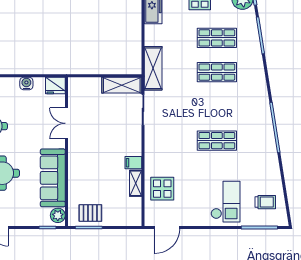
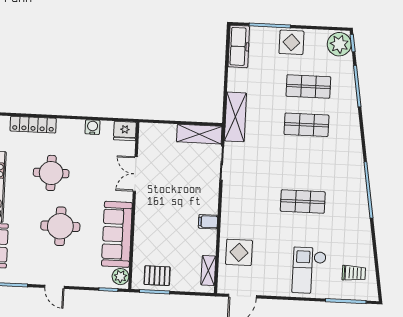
shelving: (136, 183) -> (208, 271), moved
checkout: (225, 202) -> (309, 270), turned 180

